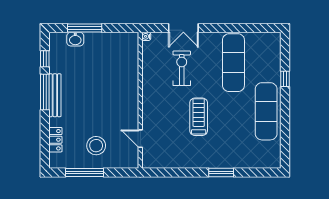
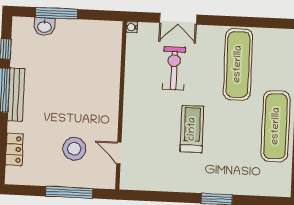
stool: (96, 146) -> (74, 149), moved
window: (84, 172) -> (69, 192), moved

